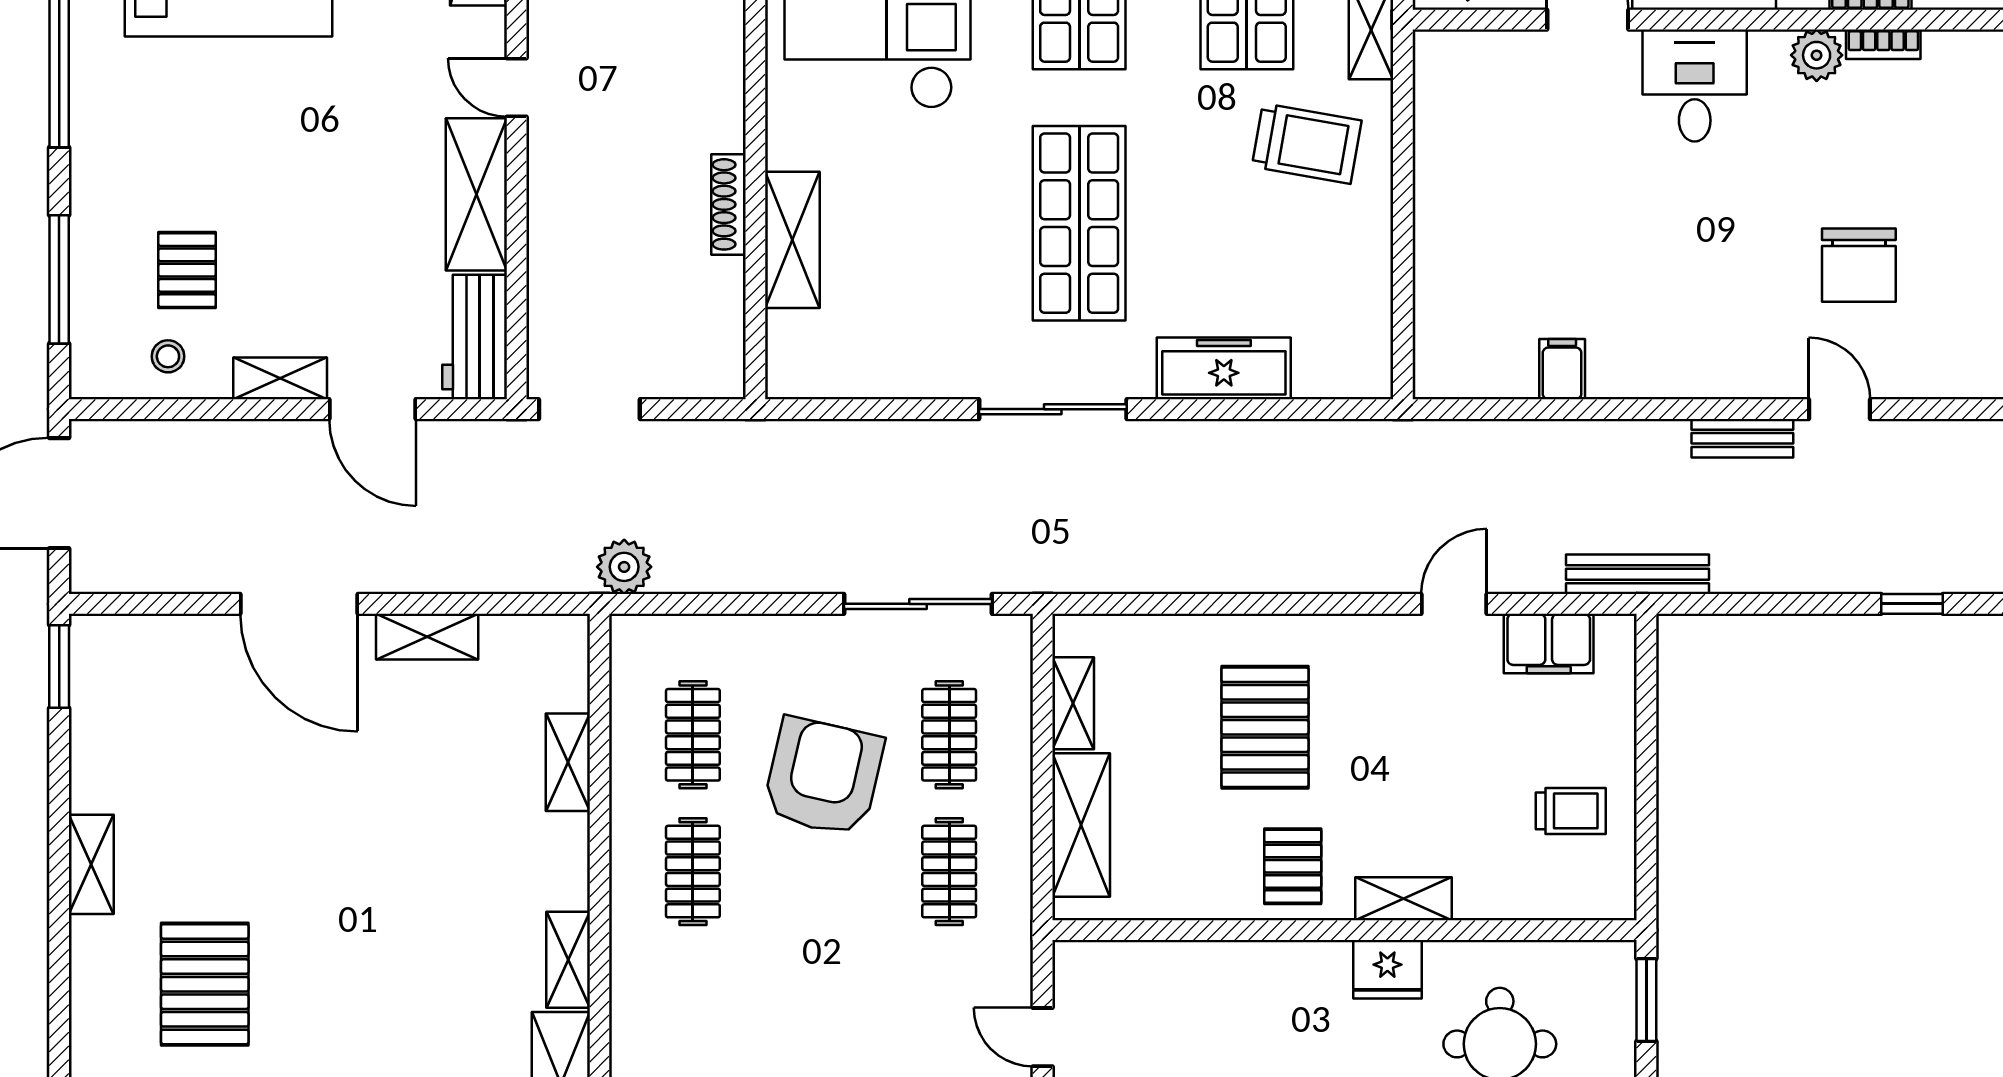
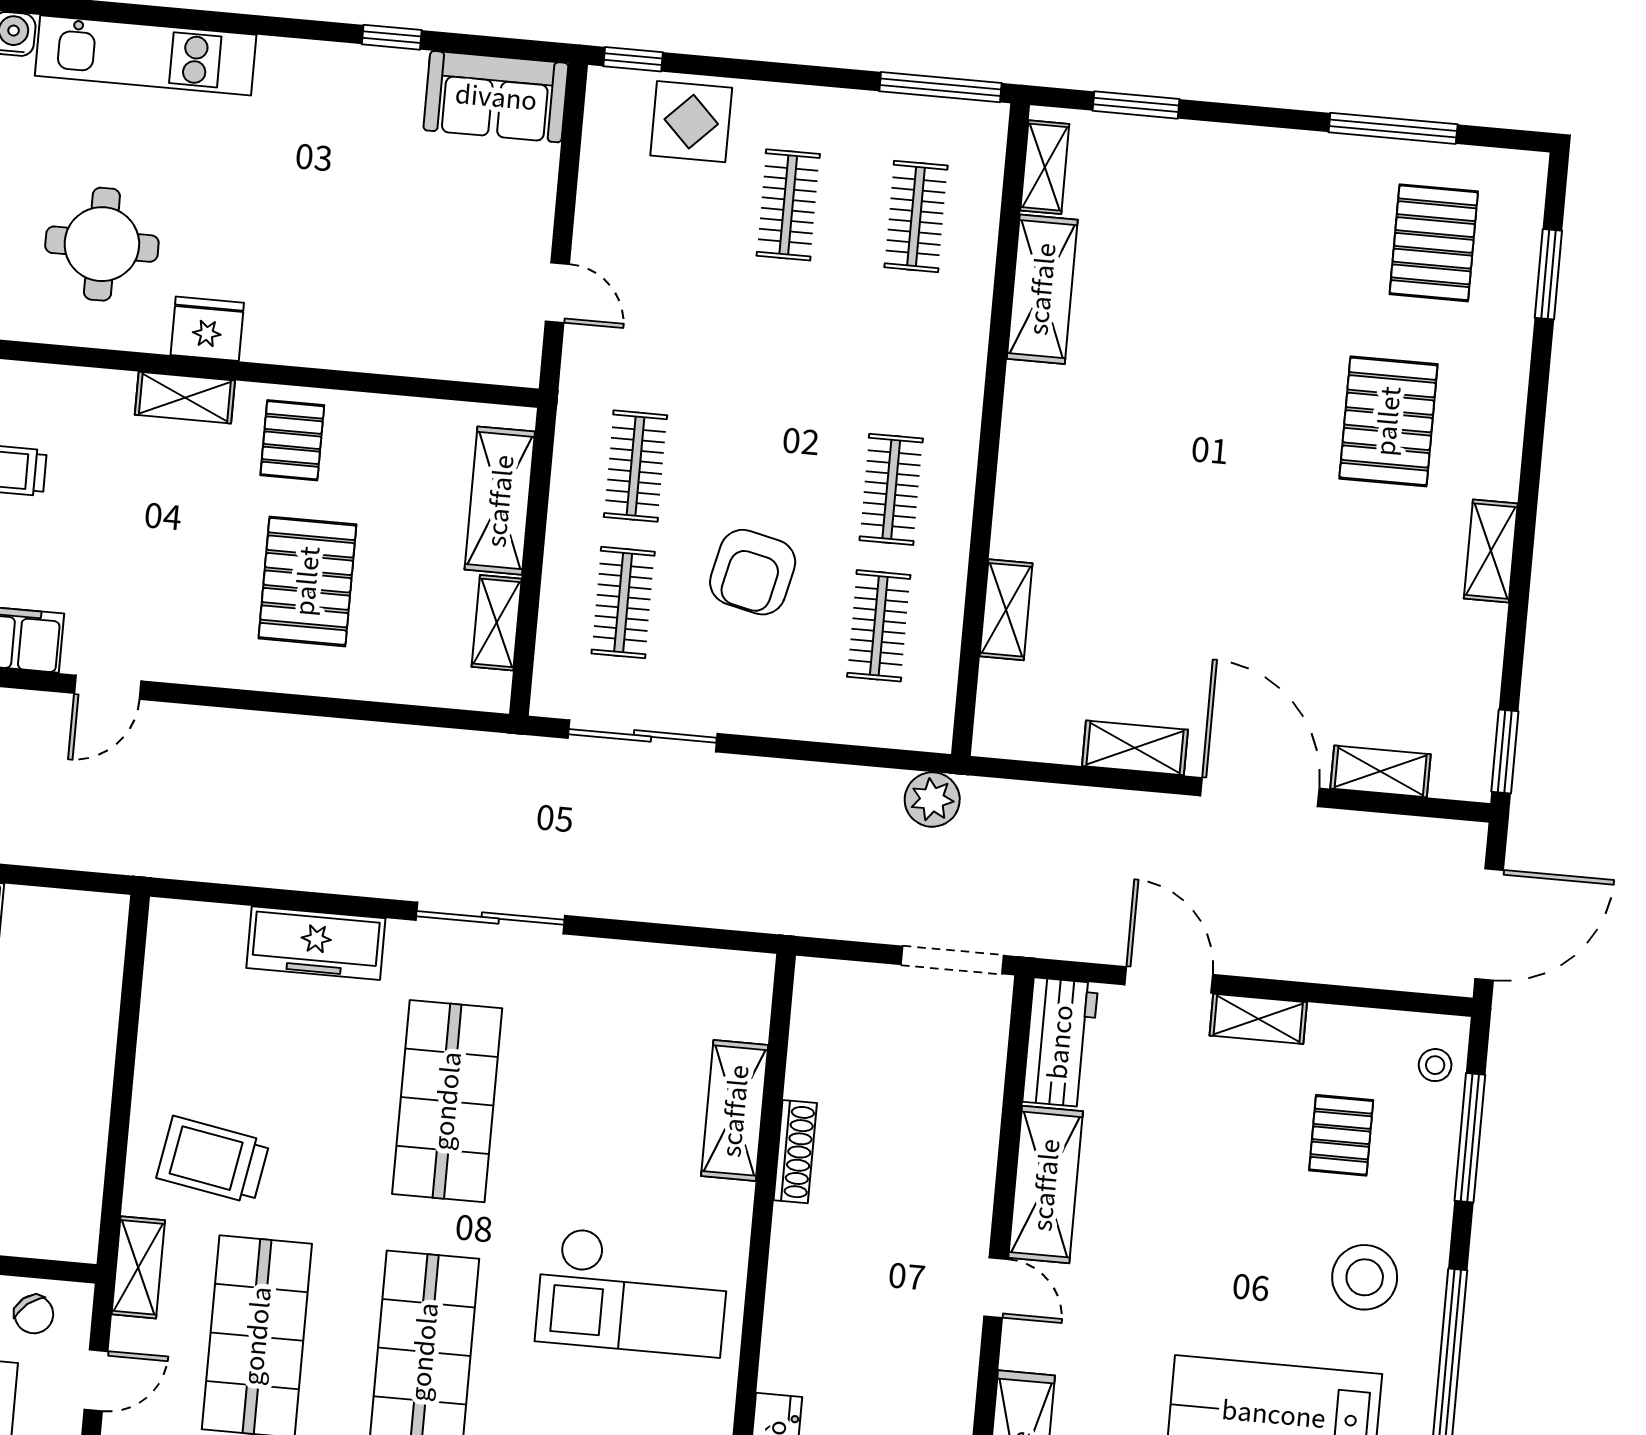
stool: (151, 131) -> (1365, 1277), added
stool: (168, 356) -> (1435, 1065), moved
armchair: (823, 777) -> (753, 572), width x0.73, depth x0.73
shelving: (568, 960) -> (1381, 771), moved, turned 90

